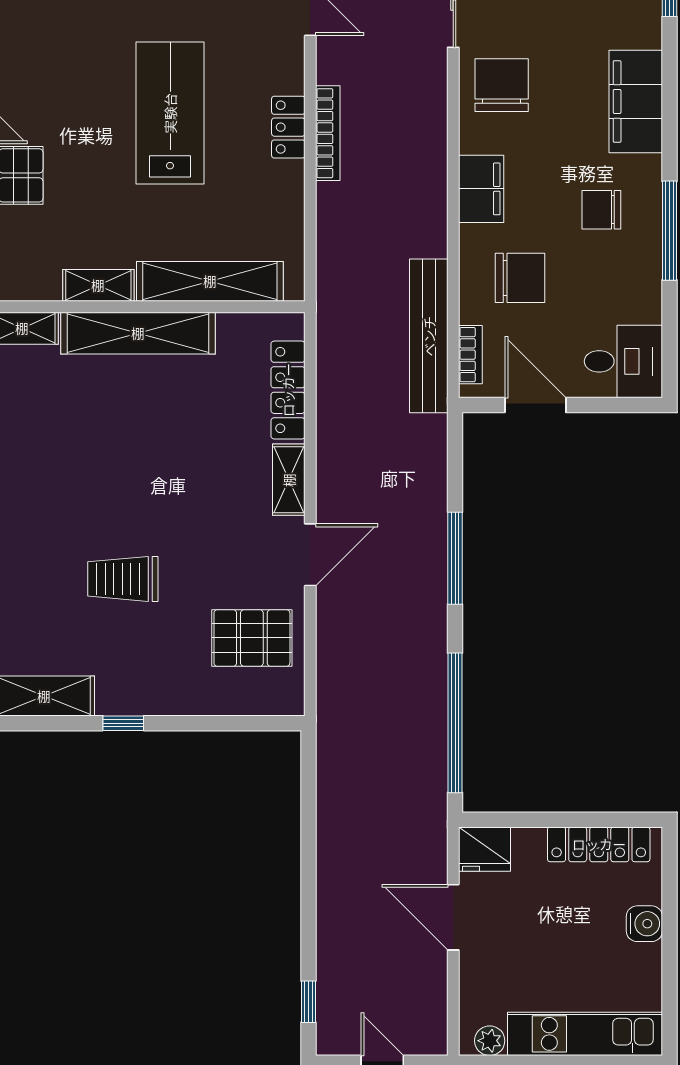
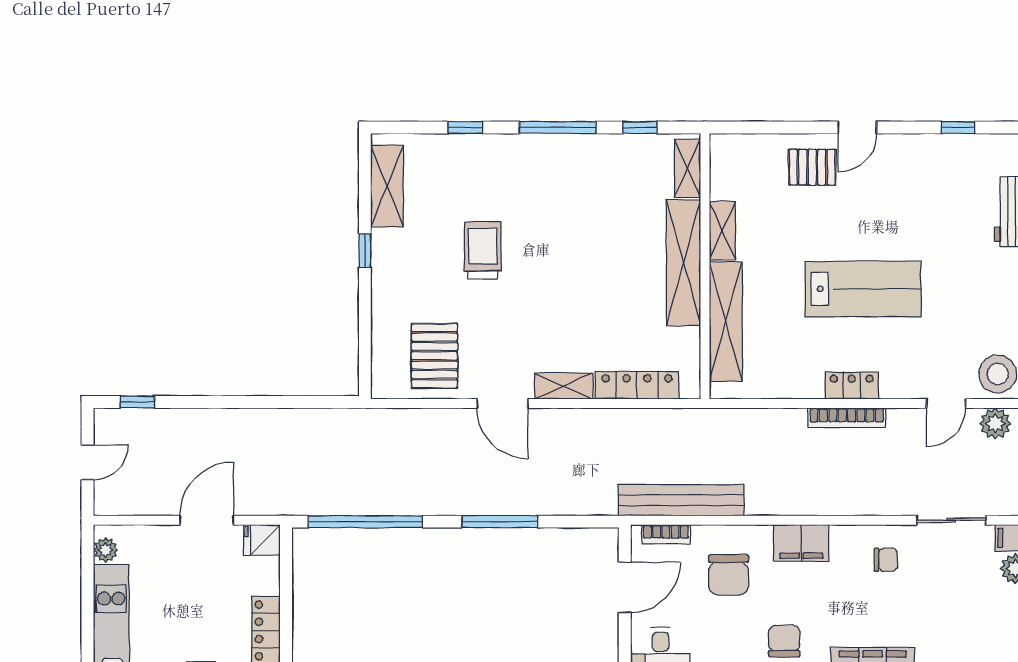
chair: (502, 85) -> (886, 560), width x0.54, depth x0.54
fridge: (484, 849) -> (262, 540), width x0.72

